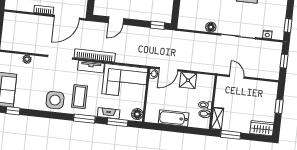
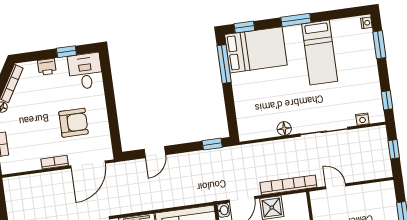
bookcase: (95, 55) -> (288, 185), moved

